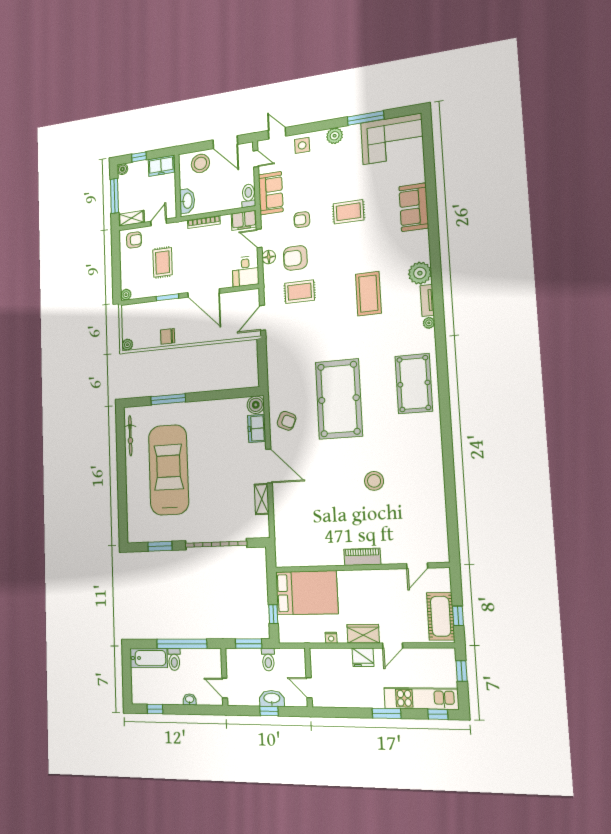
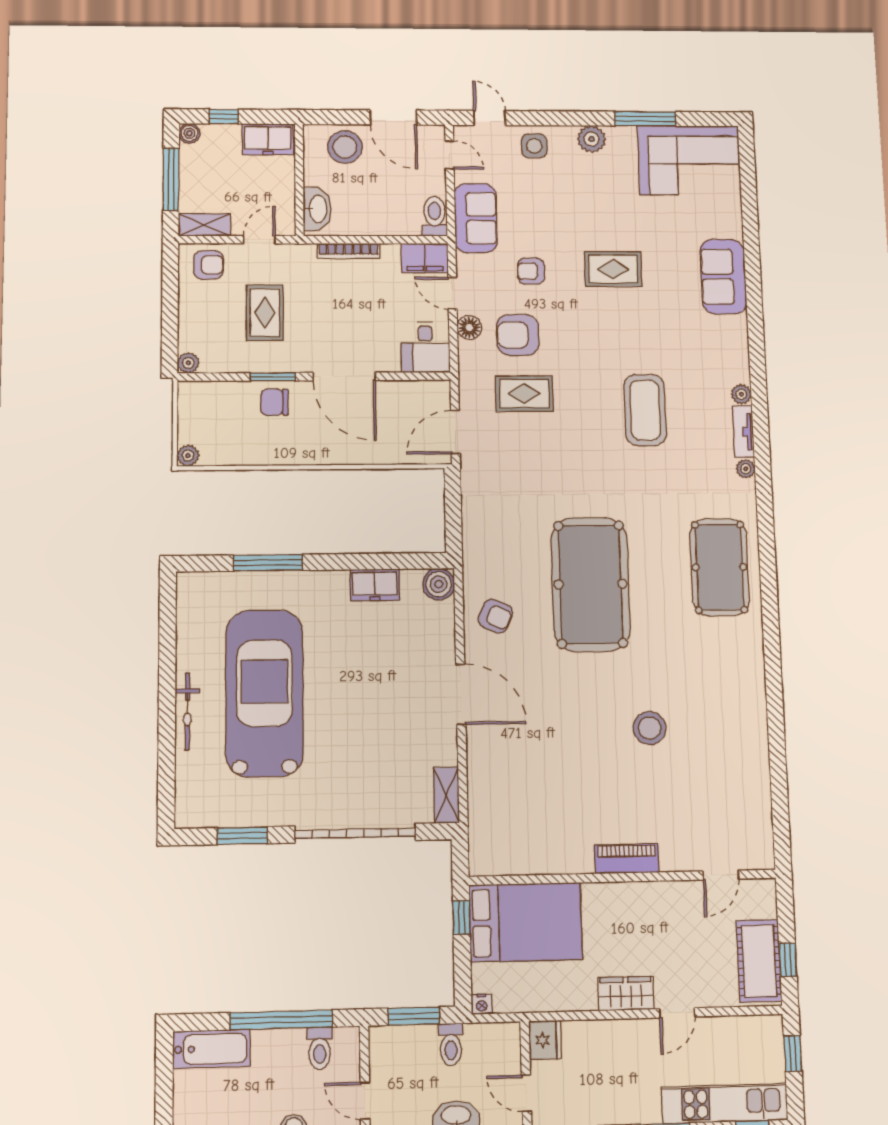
plant: (420, 273) -> (741, 394), width x0.53, depth x0.53
chair: (168, 336) -> (275, 402), moved
freezer: (257, 428) -> (375, 585), moved, turned -90
bicycle: (130, 436) -> (187, 711), moved
shelving: (262, 499) -> (446, 795), moved
window: (273, 614) -> (461, 918), moved
nightstand: (331, 638) -> (482, 1004), moved
fridge: (363, 657) -> (545, 1040), moved, turned -90
toilet: (174, 659) -> (320, 1048), moved

